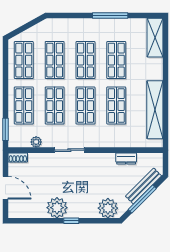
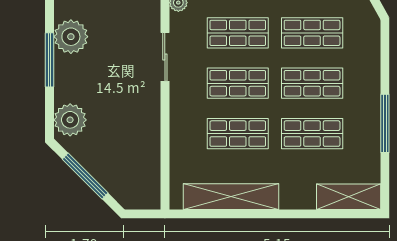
dresser: (126, 159) -> (151, 150), removed
bench: (144, 186) -> (106, 178), removed
window: (71, 221) -> (49, 60), width x2.17

